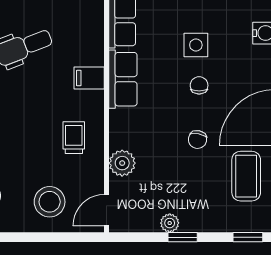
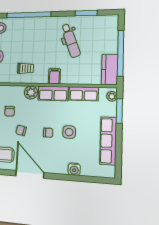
plant: (122, 163) -> (31, 92), moved
chair: (161, 165) -> (10, 111), added

